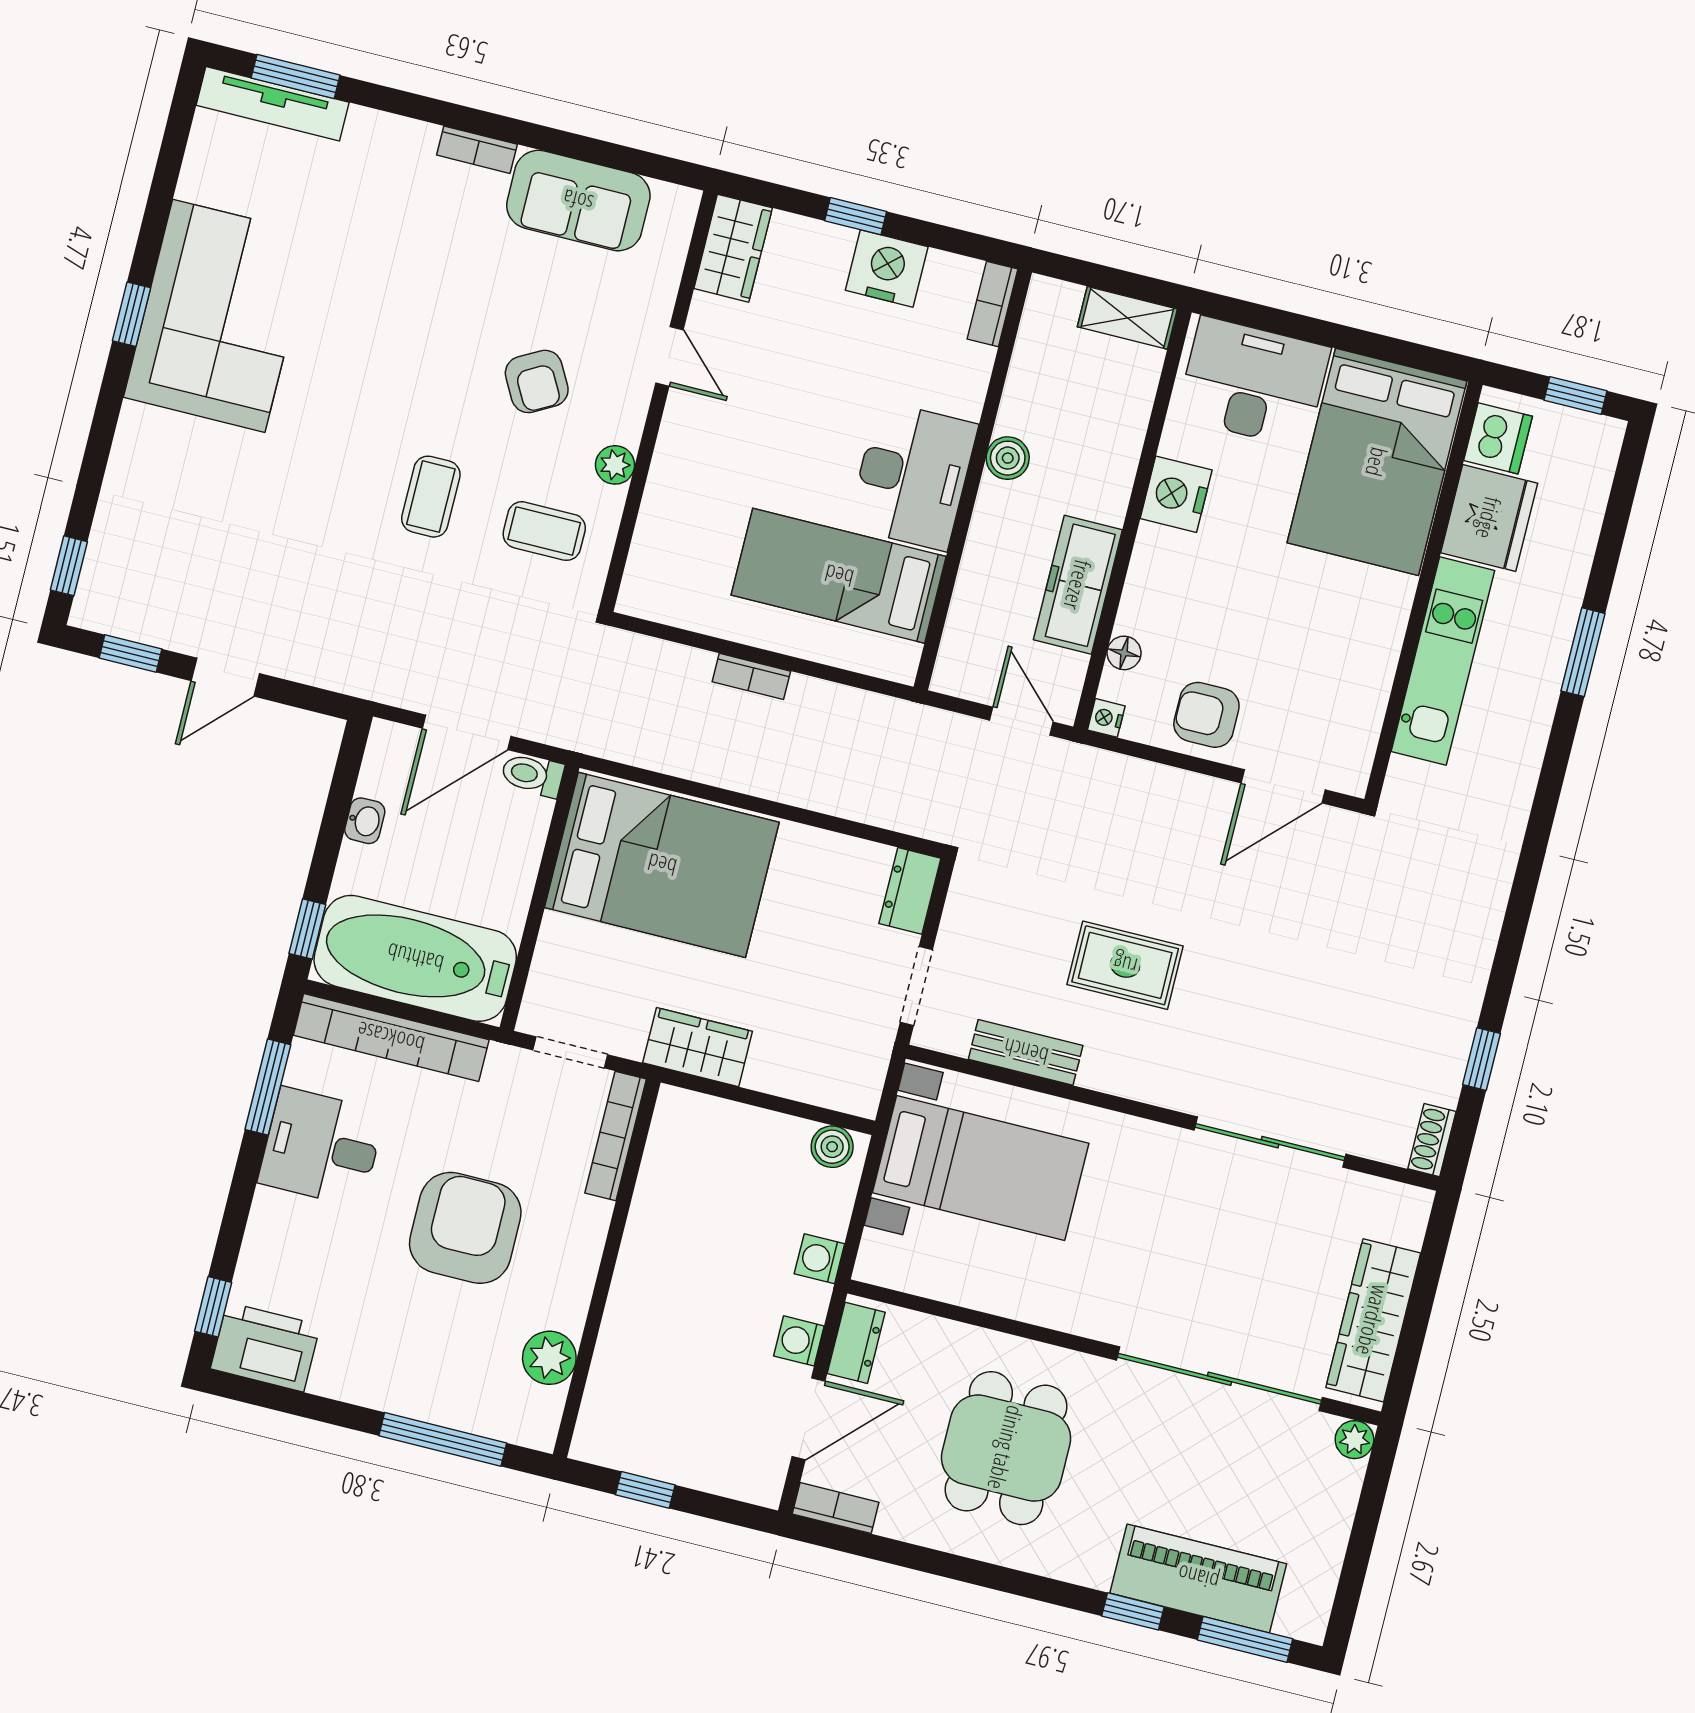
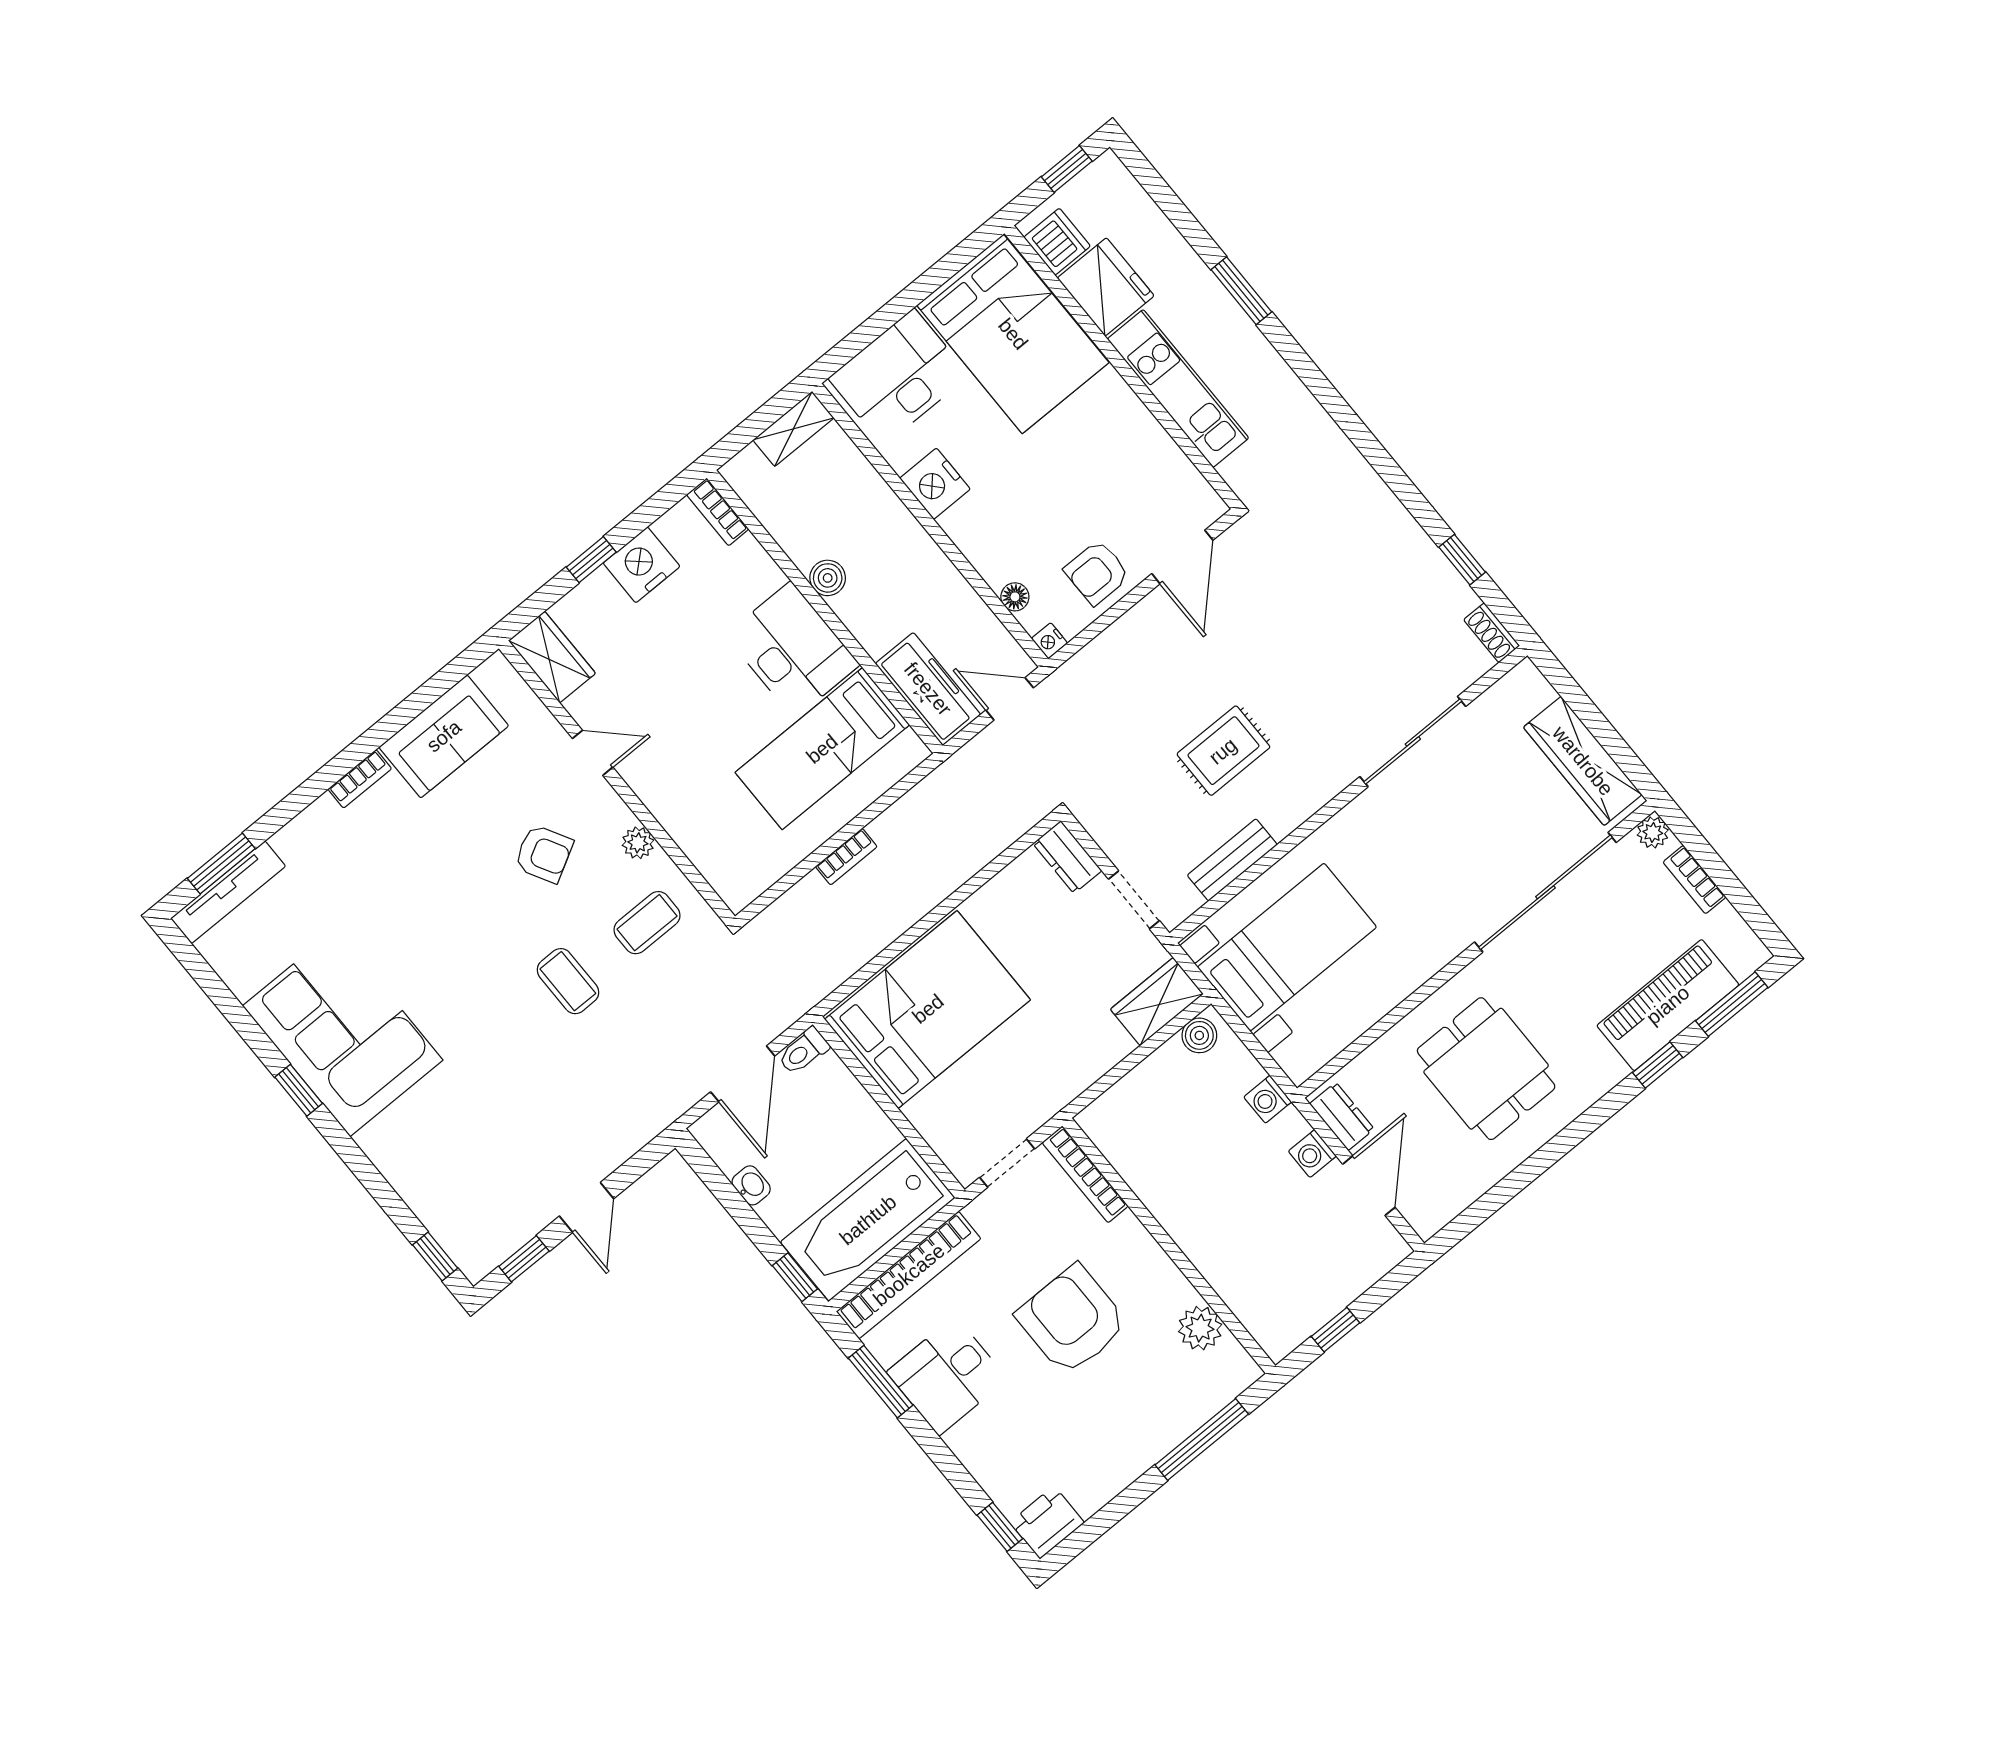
freezer: (1078, 585) -> (928, 689), moved, turned 180
wardrobe: (698, 1047) -> (1157, 1002), moved
printer: (265, 1347) -> (1047, 1522), width x0.73, depth x0.84
bookcase: (836, 1508) -> (1695, 880), moved, turned -90

